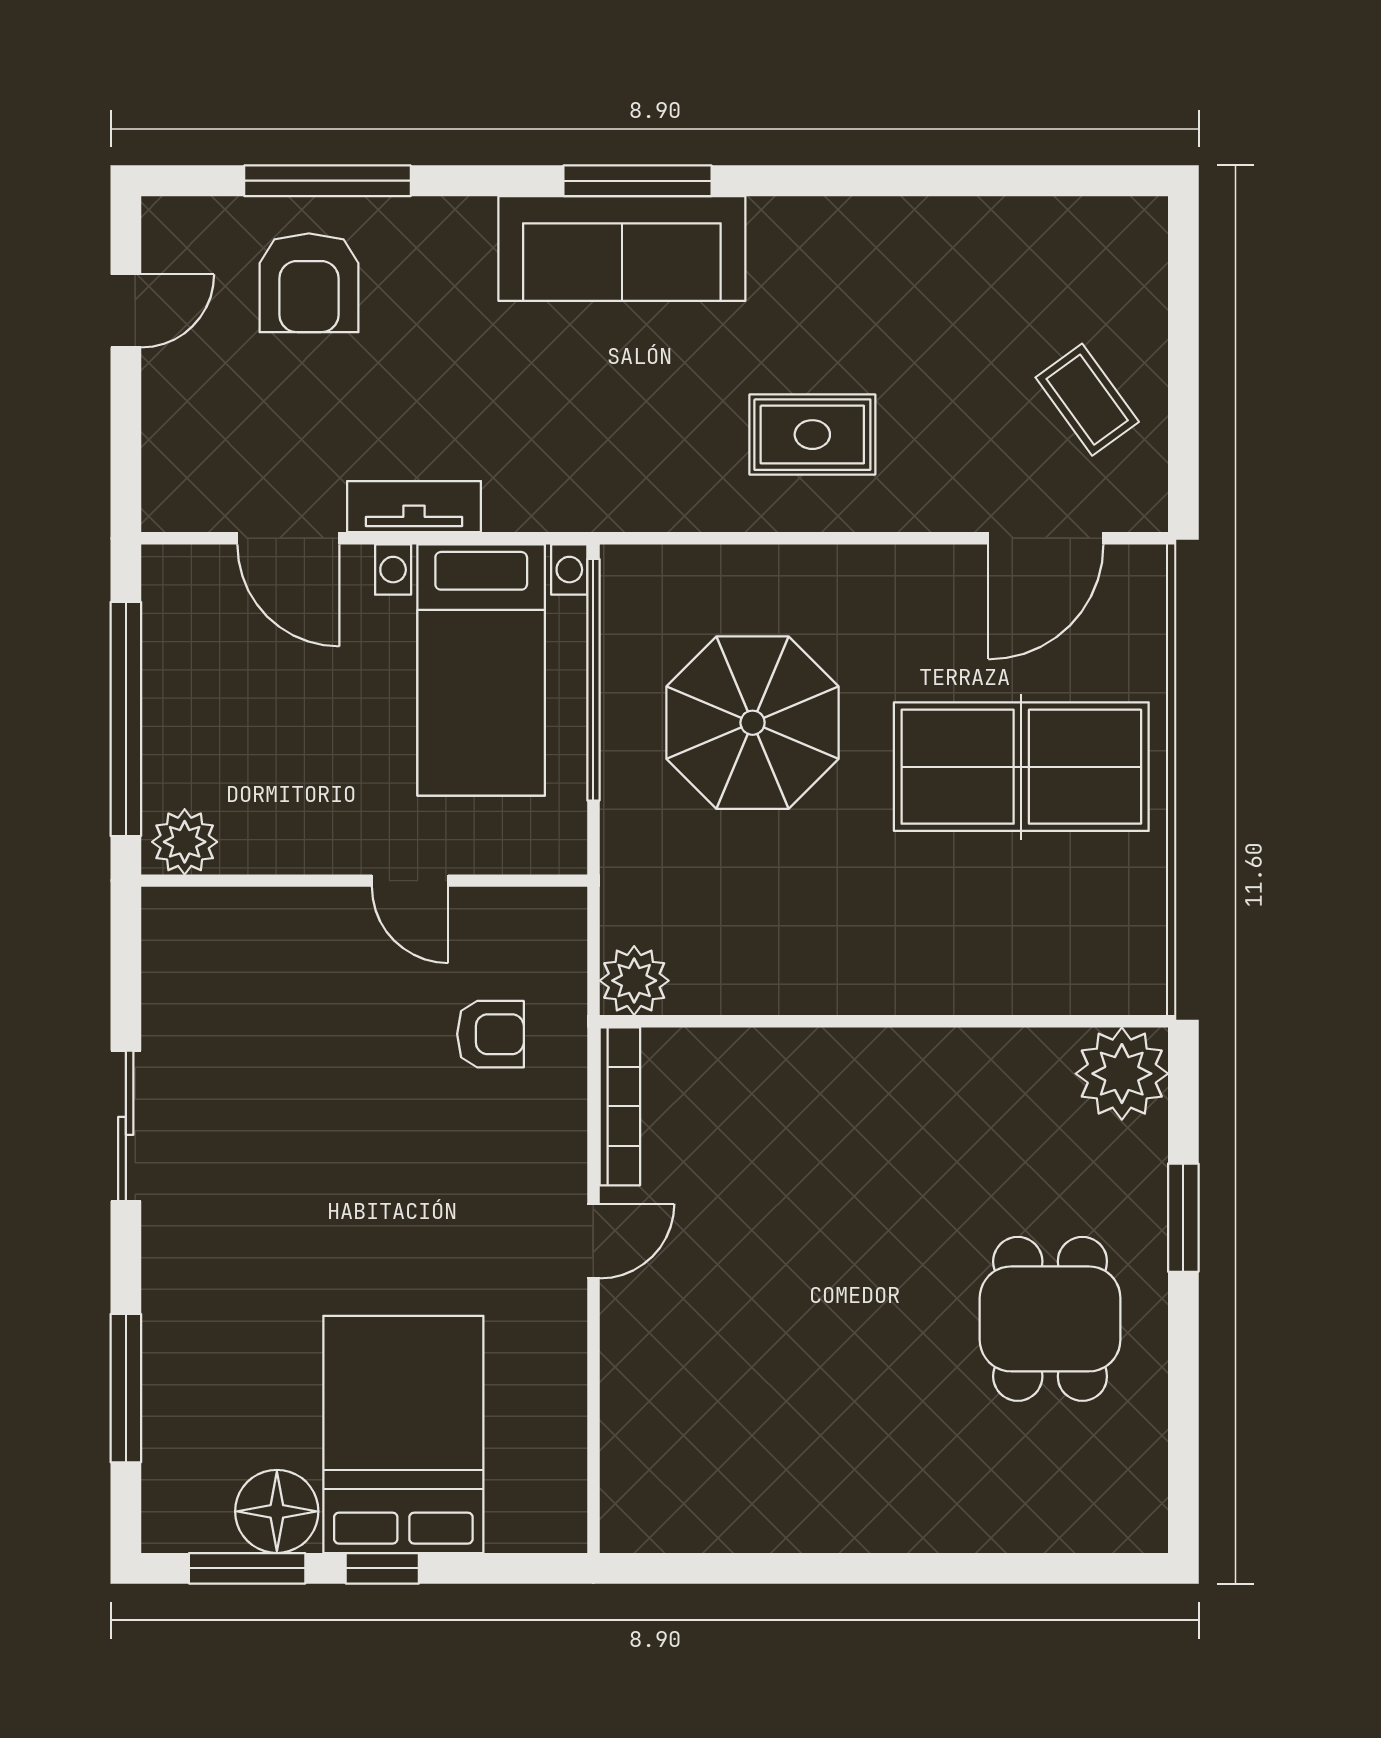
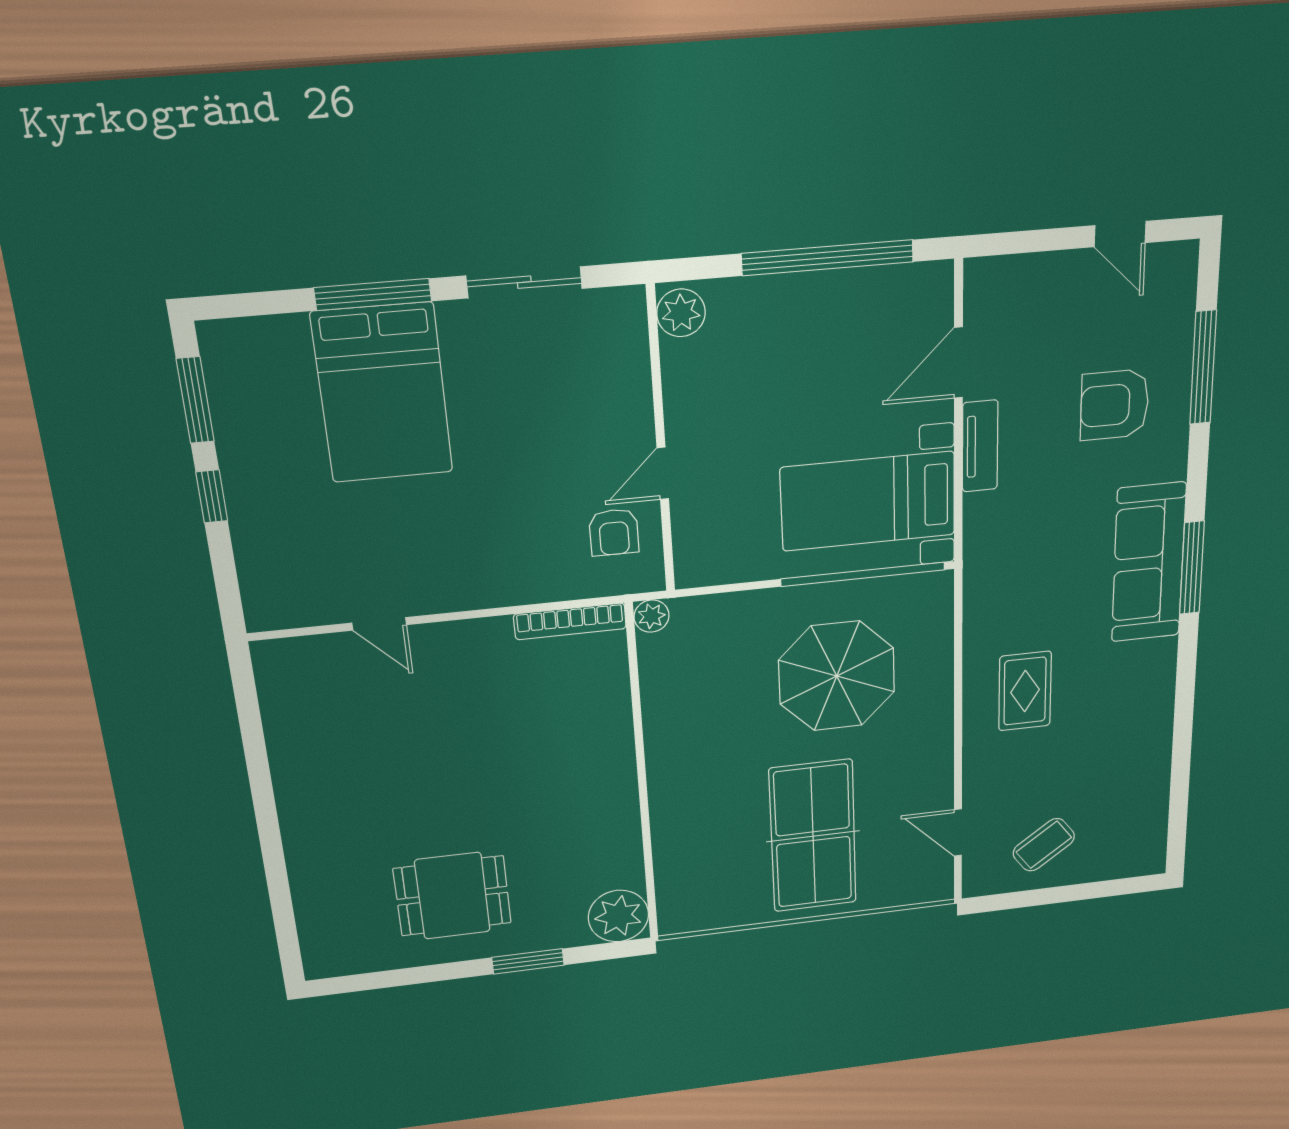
armchair: (309, 283) -> (1115, 405), moved
door: (1046, 538) -> (958, 833), width x0.73
plant: (185, 842) -> (681, 313), moved
wall: (364, 881) -> (661, 442), moved
door: (410, 881) -> (663, 473), moved
plant: (634, 981) -> (651, 616), width x0.73, depth x0.73
door: (593, 1241) -> (379, 624), moved
window: (126, 1388) -> (373, 294), moved
bed: (403, 1434) -> (382, 393), moved, turned 90
floor lamp: (277, 1511) -> (243, 418), removed

